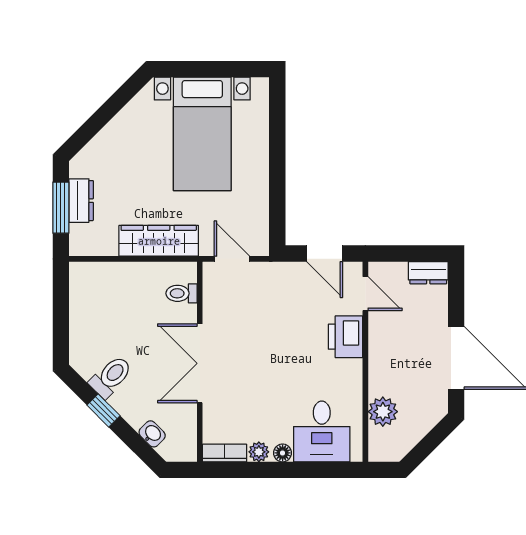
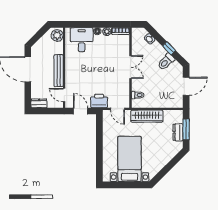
door: (61, 315) -> (186, 86), added
printer: (346, 337) -> (99, 101), moved, turned -90
bench: (379, 354) -> (59, 71), added
double door: (200, 363) -> (130, 67), width x0.73
plant: (383, 412) -> (57, 35), moved

